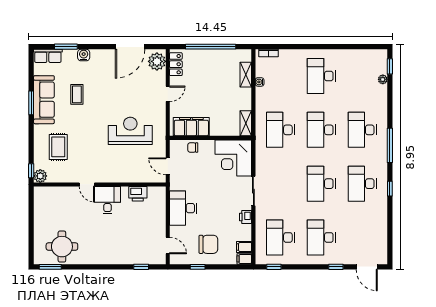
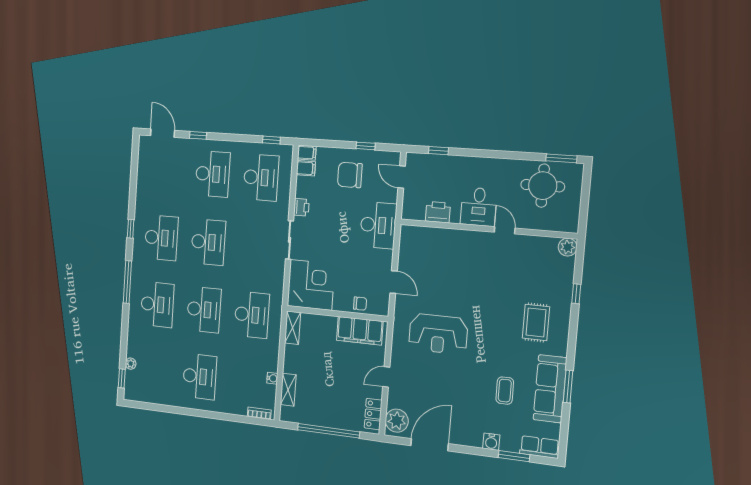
plant: (40, 176) -> (568, 247), moved
door: (87, 184) -> (505, 230), moved
wall: (100, 184) -> (487, 229), moved
printer: (138, 194) -> (438, 212), moved
desk: (107, 200) -> (479, 207), moved

